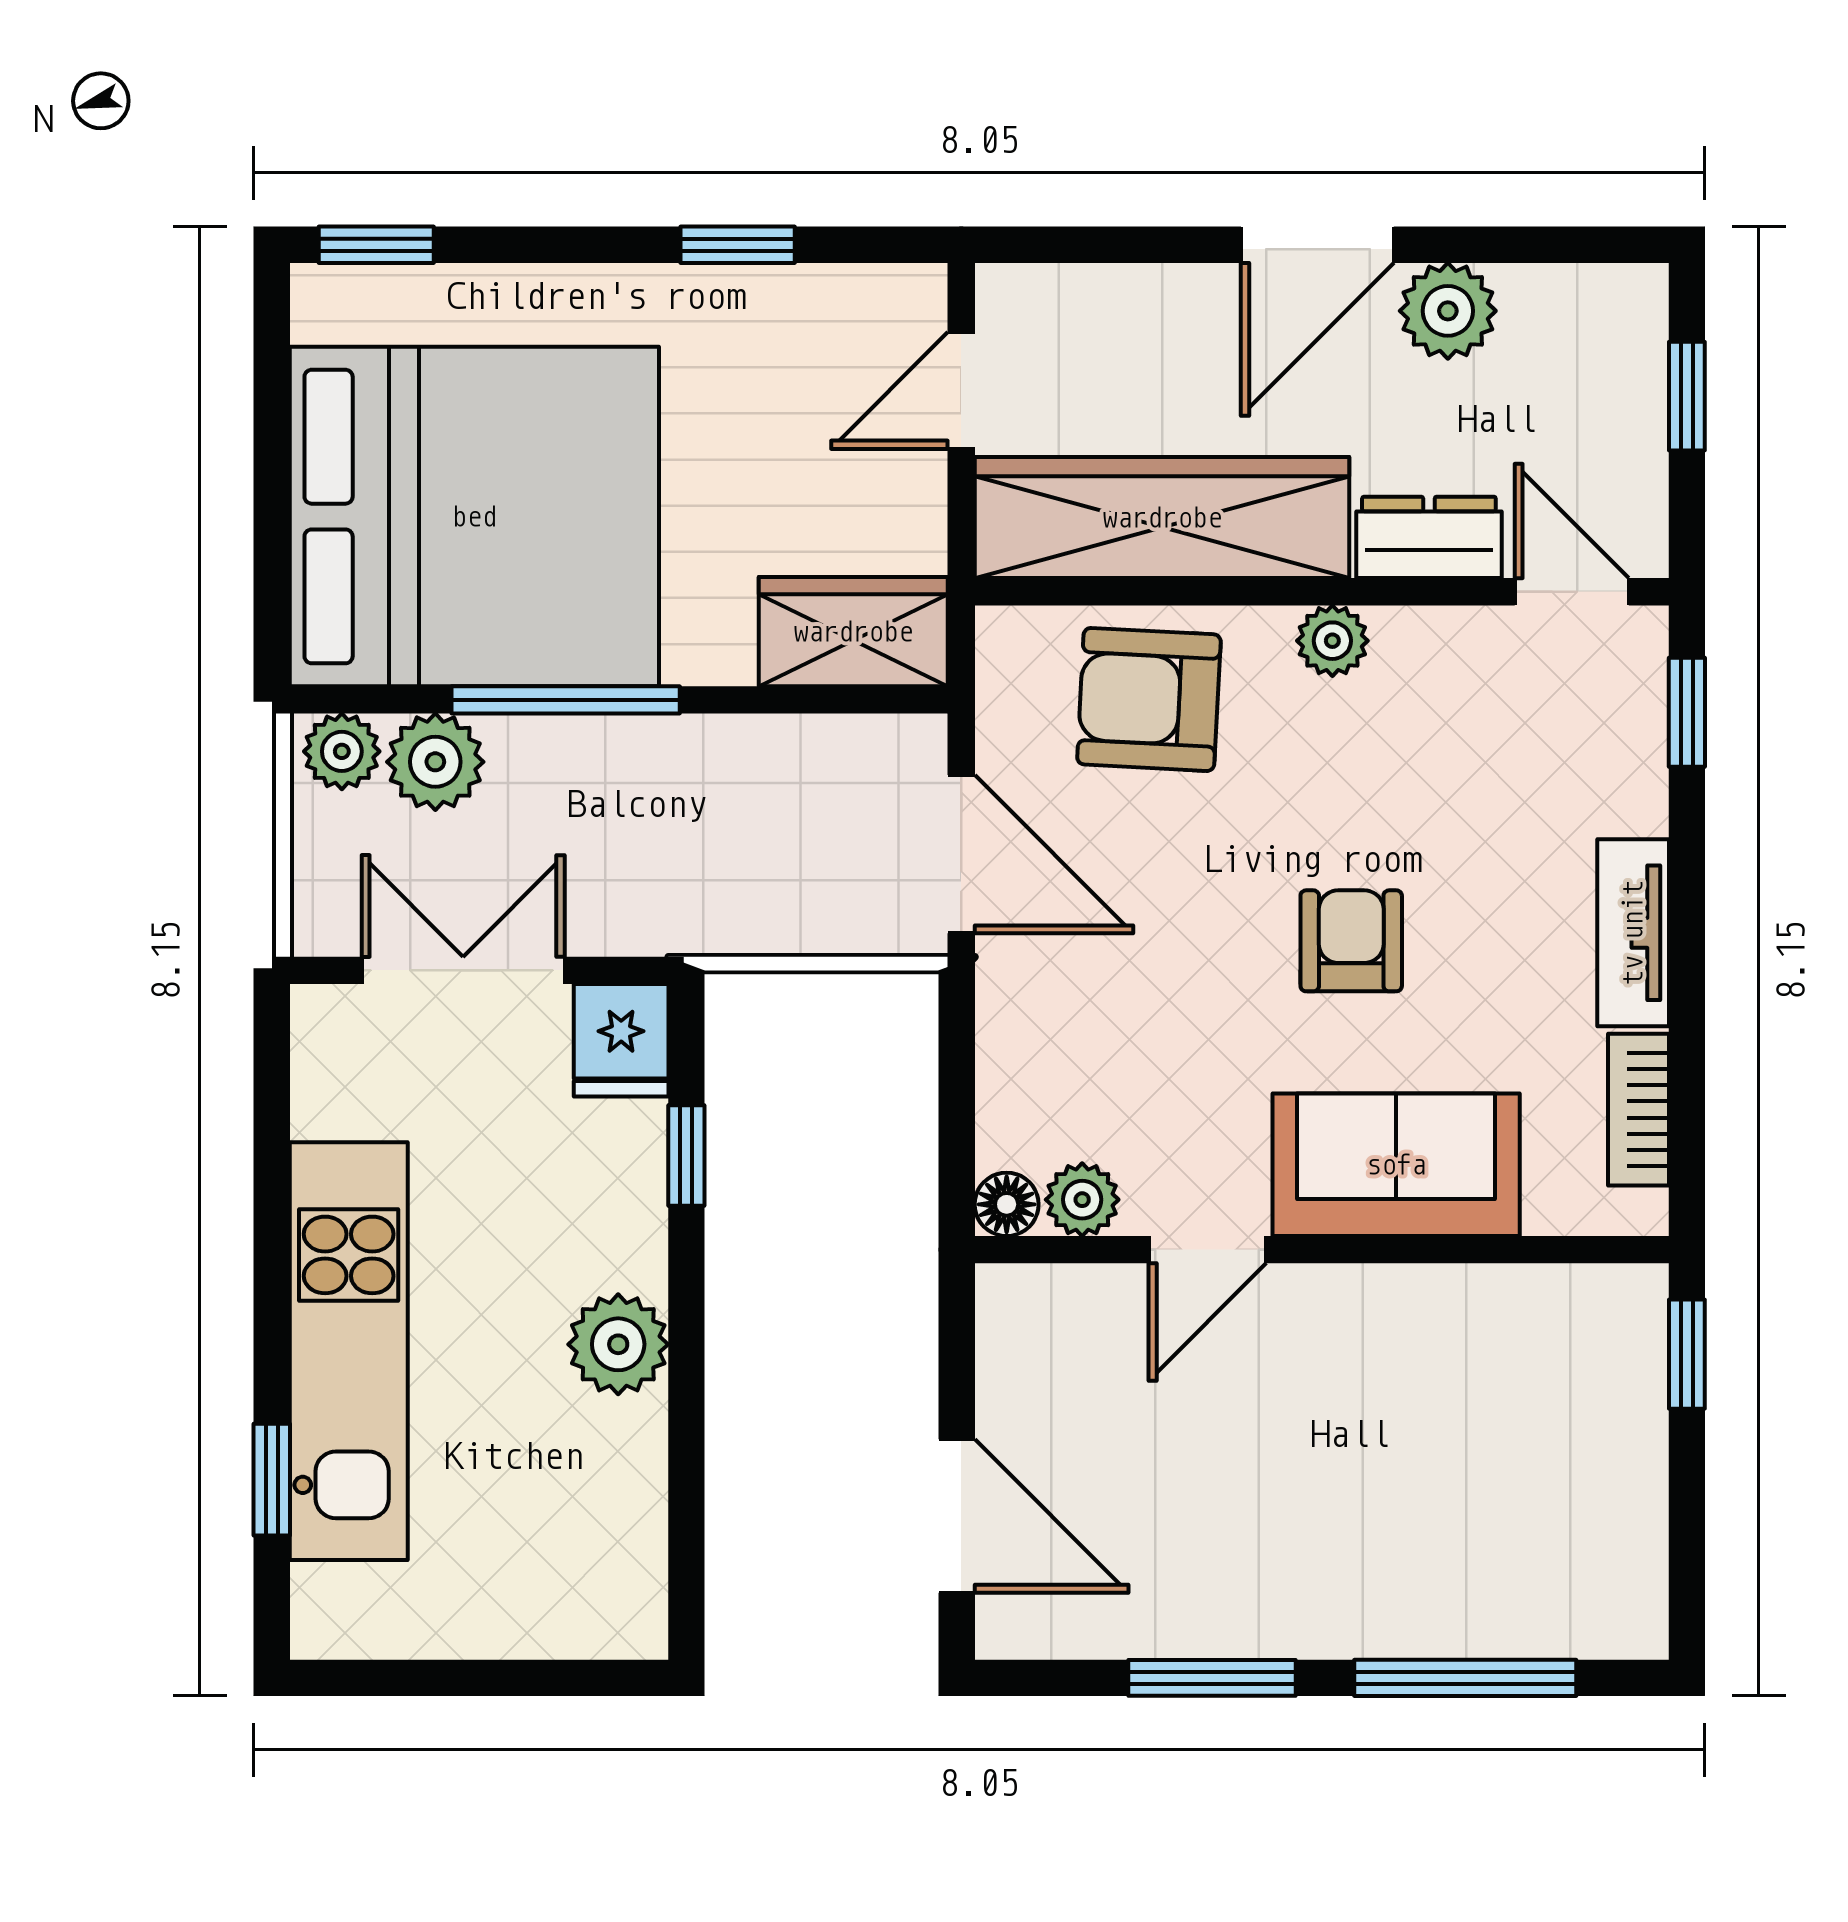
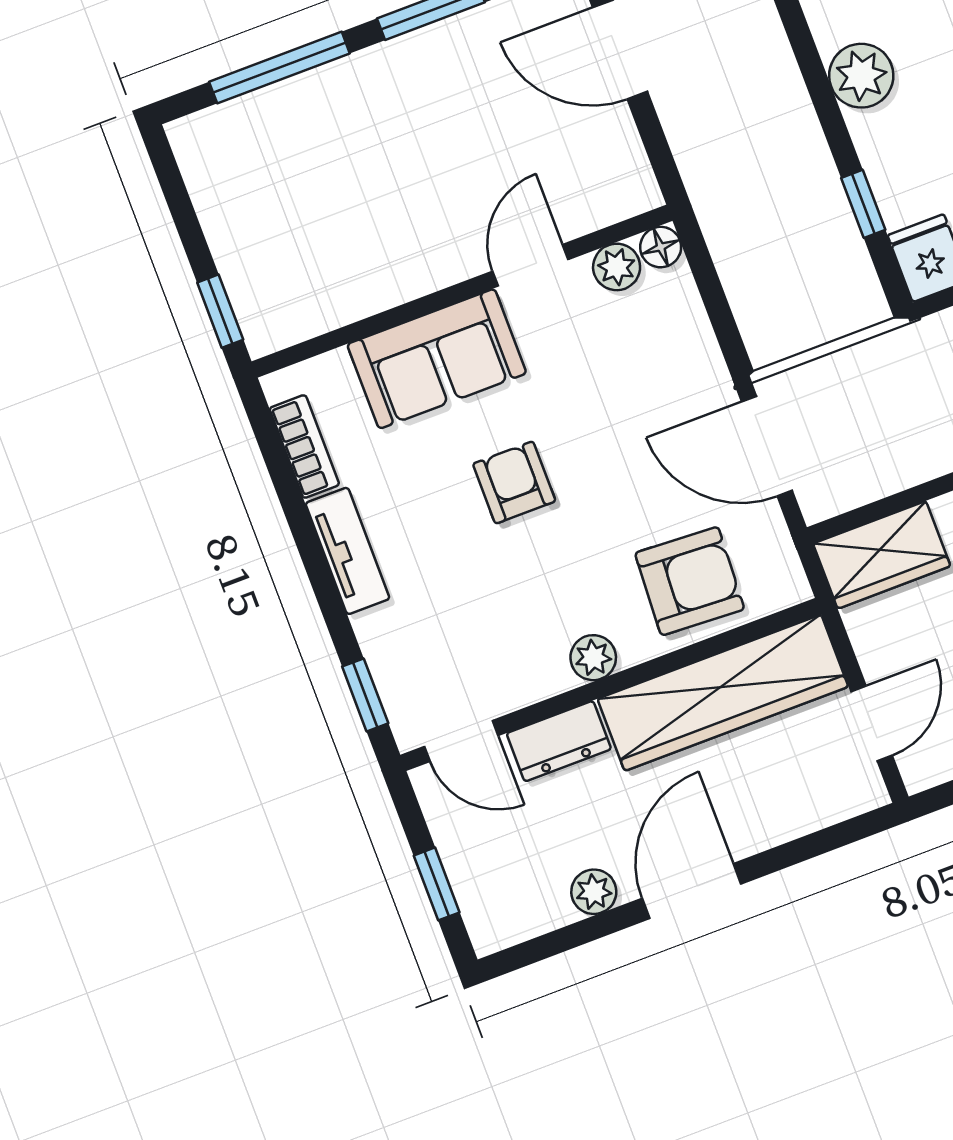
plant: (1448, 311) -> (594, 892), width x0.73, depth x0.73
armchair: (1351, 941) -> (514, 482), turned 180

